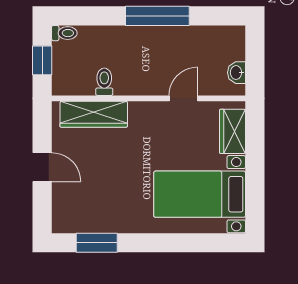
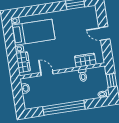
window: (157, 16) -> (64, 108), width x1.46
door: (183, 98) -> (47, 73), swing flipped
wardrobe: (94, 114) -> (85, 60), width x0.67

